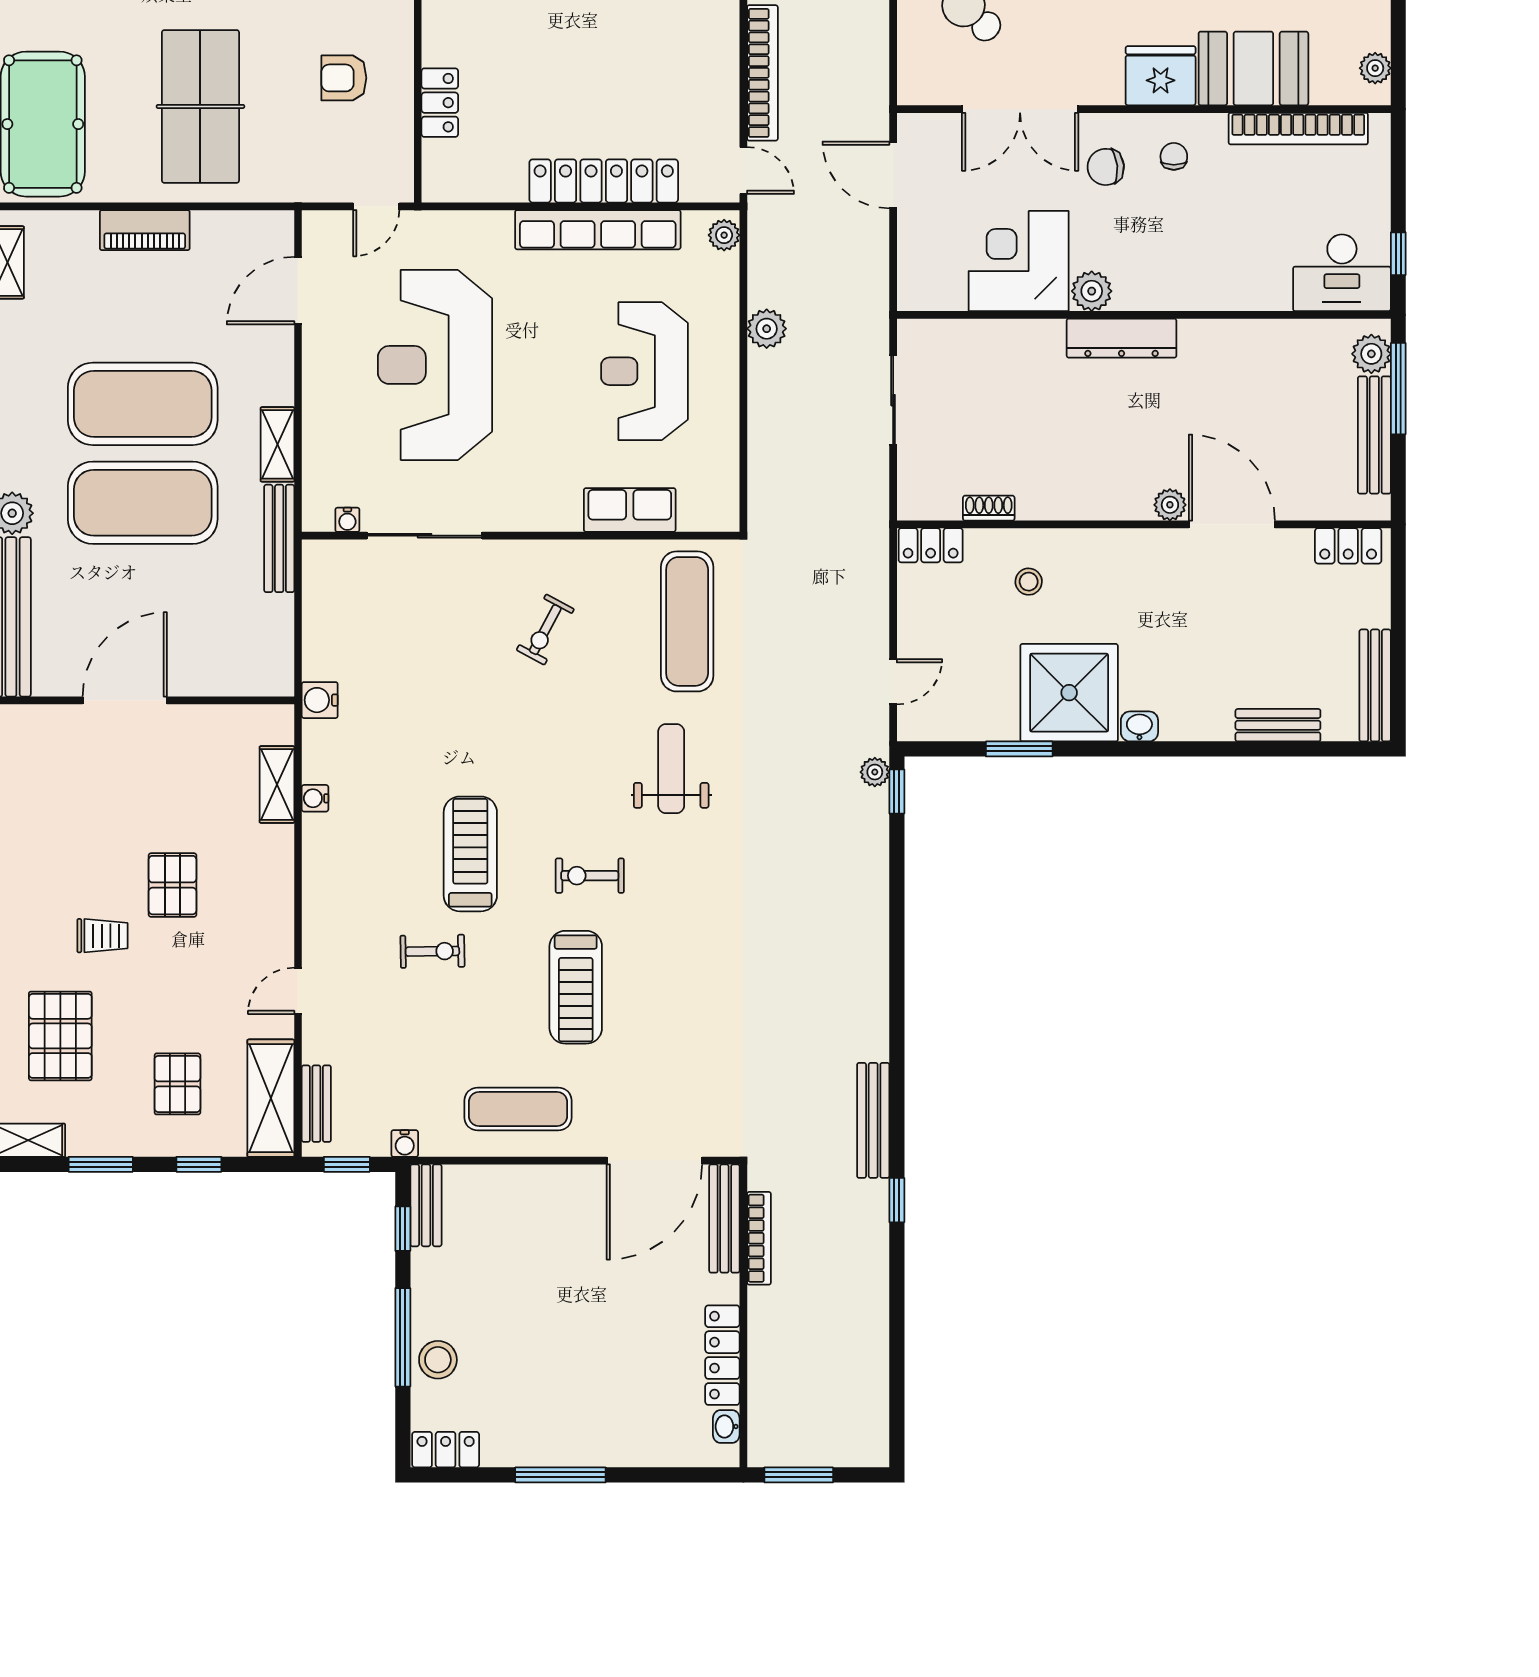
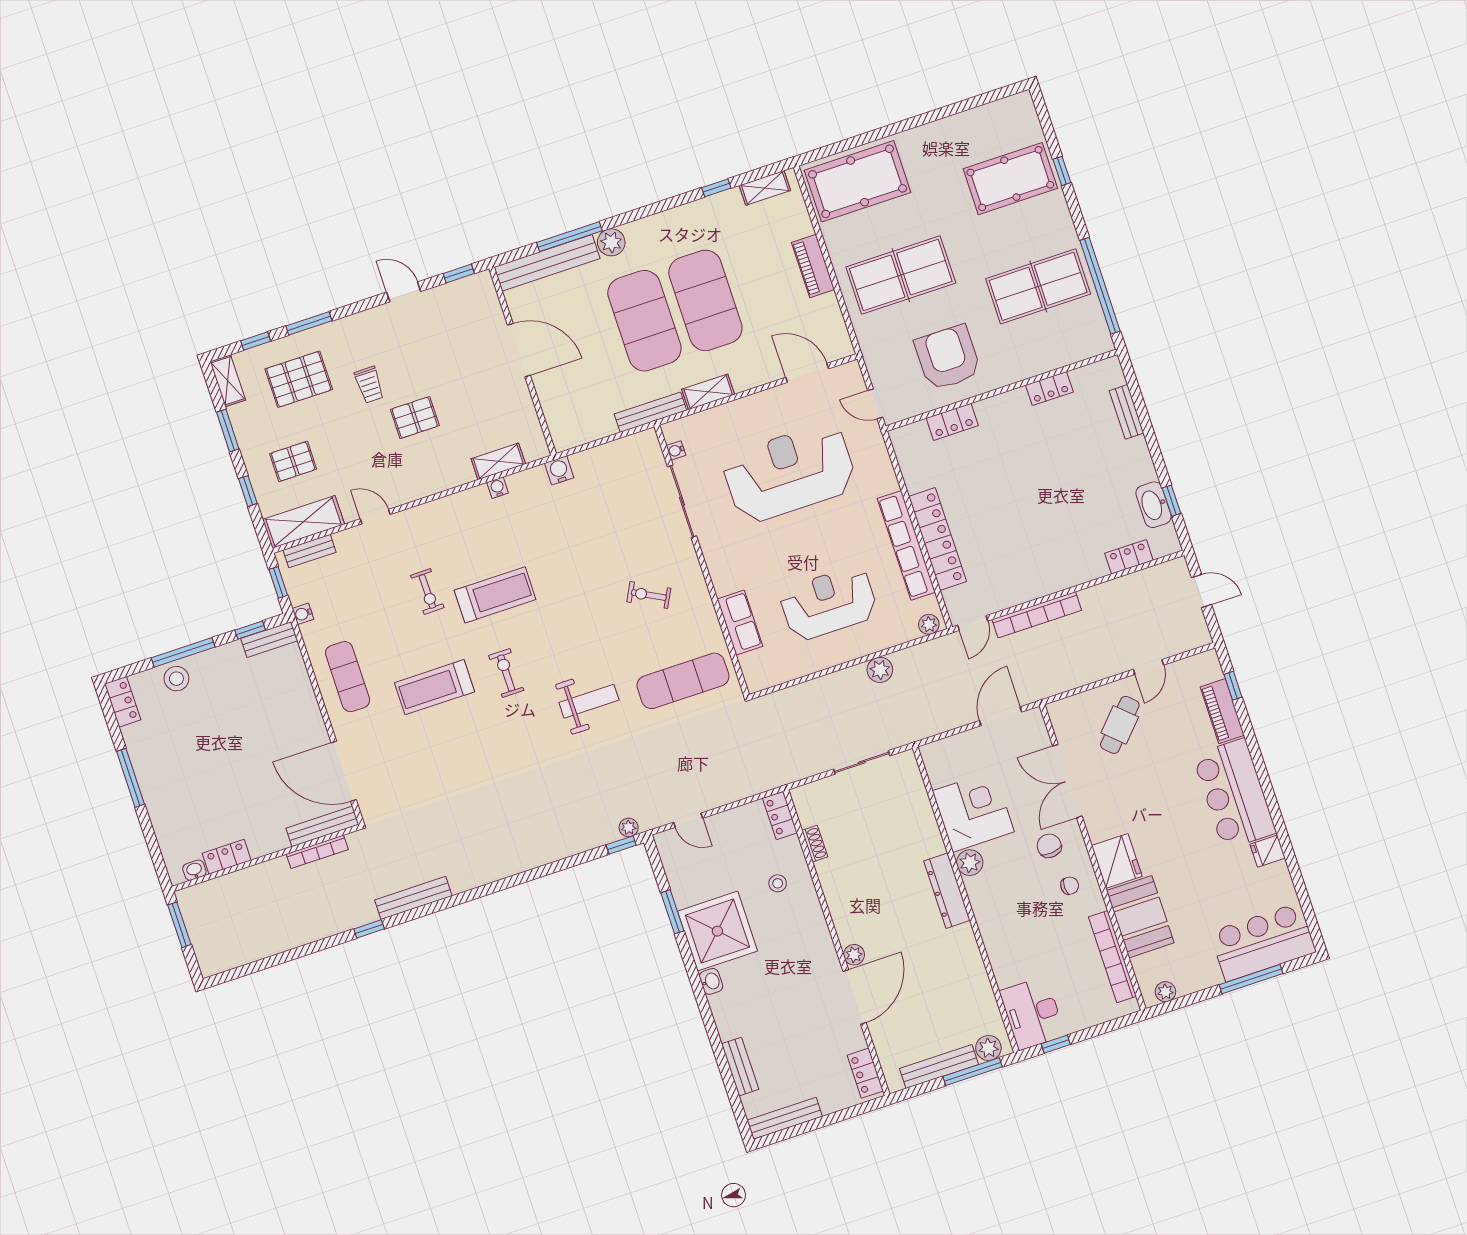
armchair: (344, 78) -> (948, 358), width x1.88, depth x1.88
locker: (722, 1355) -> (227, 857), width x0.66

